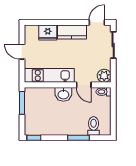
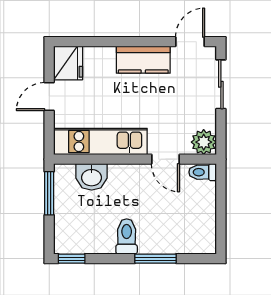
fridge: (48, 33) -> (68, 63), moved, turned -90
door: (22, 52) -> (49, 97), hinge flipped
washbasin: (63, 94) -> (92, 177), moved
toilet: (94, 126) -> (127, 236), moved

